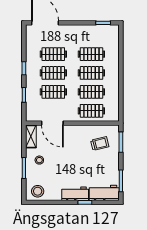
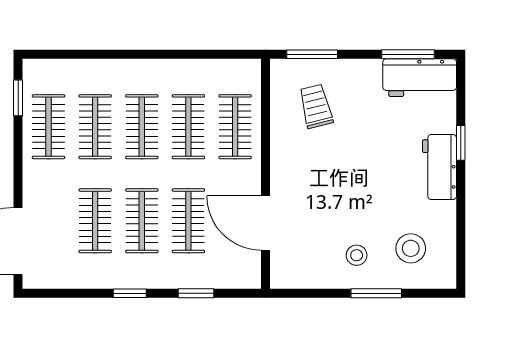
clothes rail: (91, 35) -> (48, 127), added
door: (52, 123) -> (266, 223), swing flipped
shelving: (31, 136) -> (298, 276), removed
stool: (38, 191) -> (411, 248), moved
workbench: (104, 193) -> (420, 78), moved, turned -90

